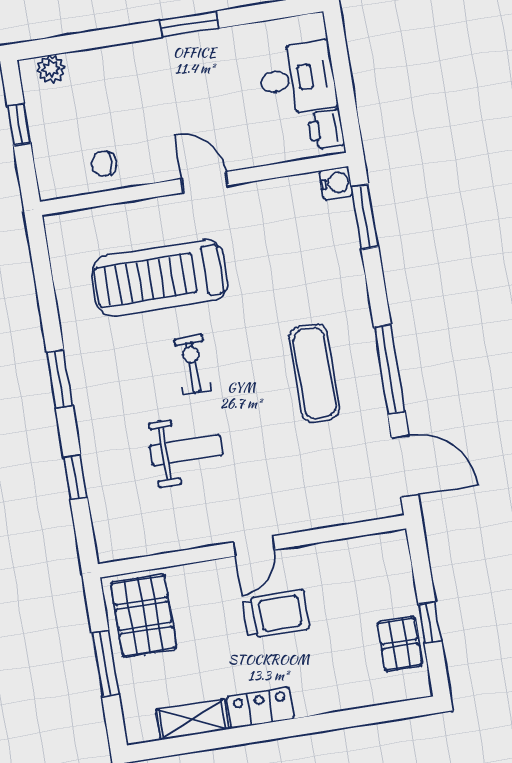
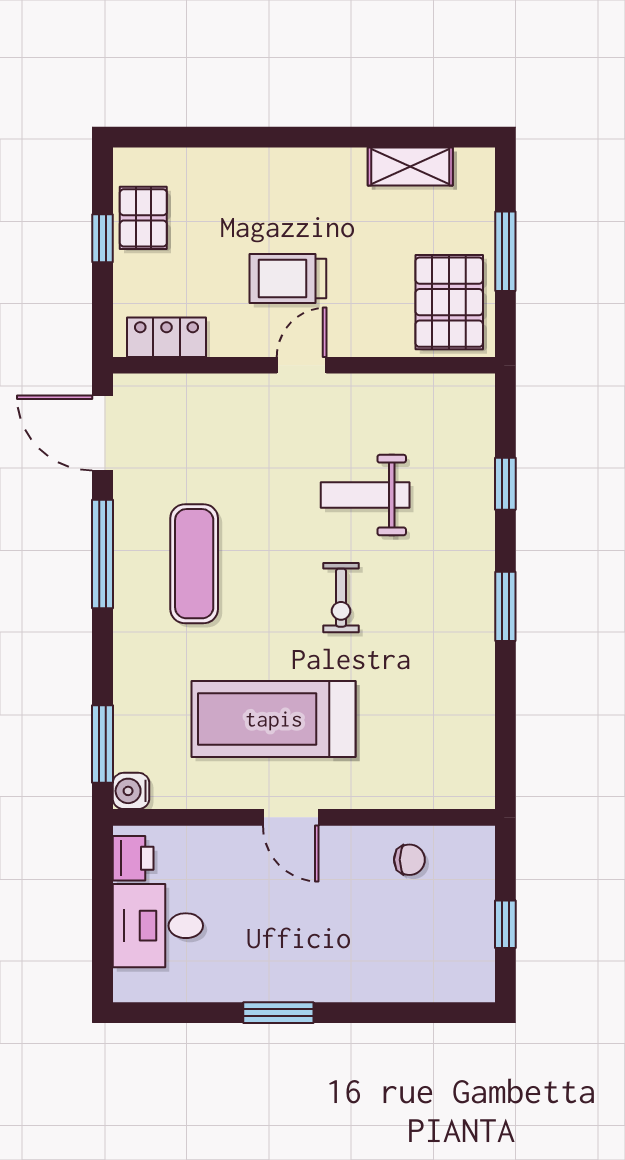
plant: (51, 69) -> (455, 985), removed
treadmill: (160, 278) -> (274, 719), moved, turned 180
locker: (260, 708) -> (166, 337), moved, turned 180

